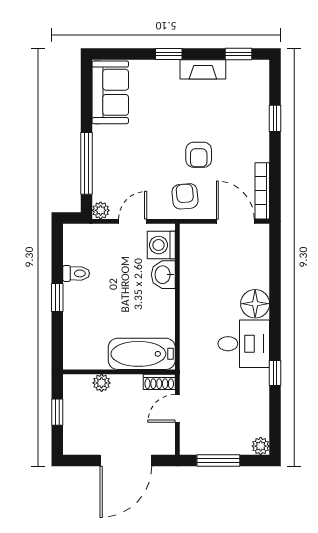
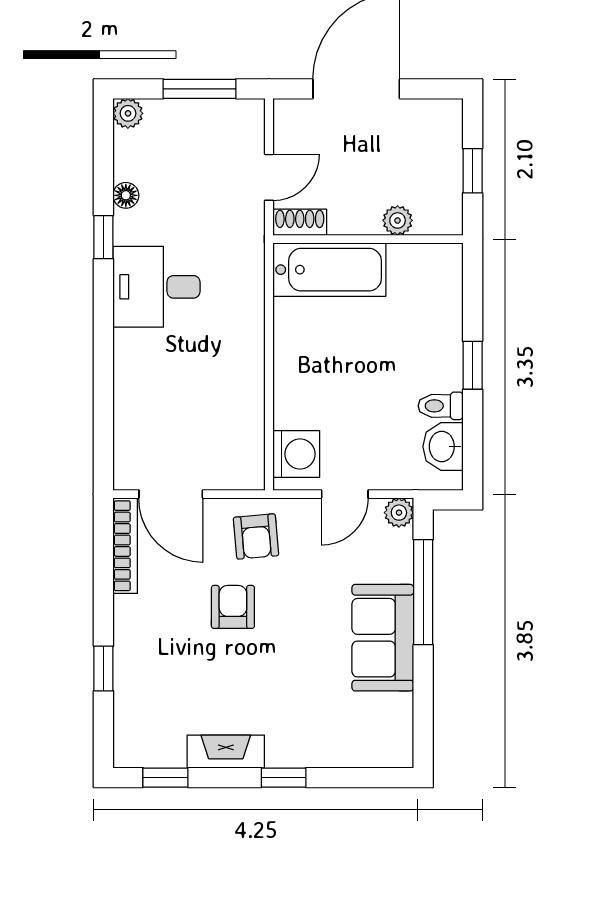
sofa: (110, 92) -> (383, 638), moved
washbasin: (163, 275) -> (443, 447), moved, turned 180
floor lamp: (255, 304) -> (126, 195), moved, width x0.53, depth x0.53

